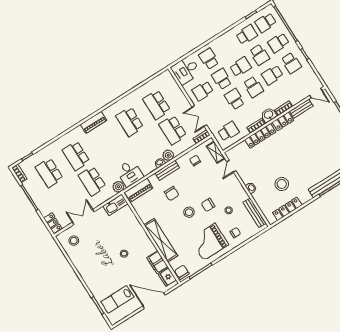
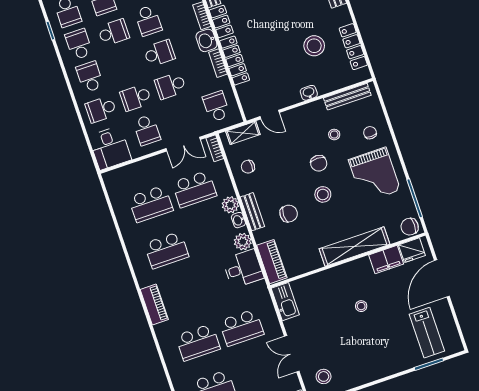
school desk: (241, 67) -> (90, 77), moved
plant: (118, 187) -> (243, 242), moved

